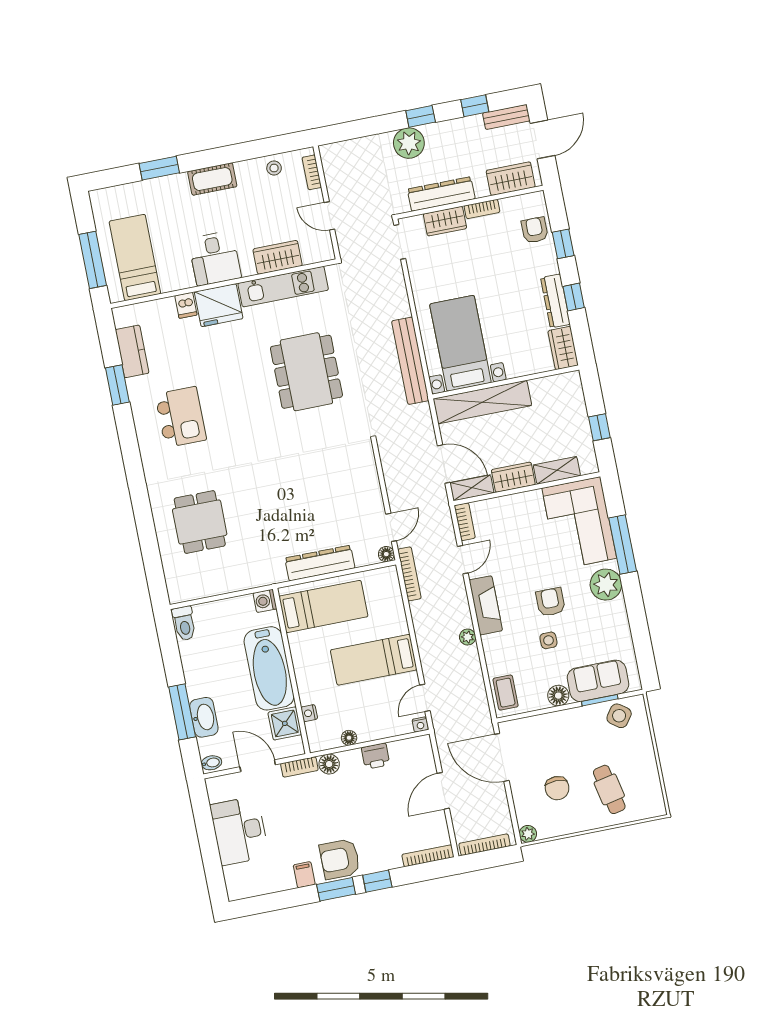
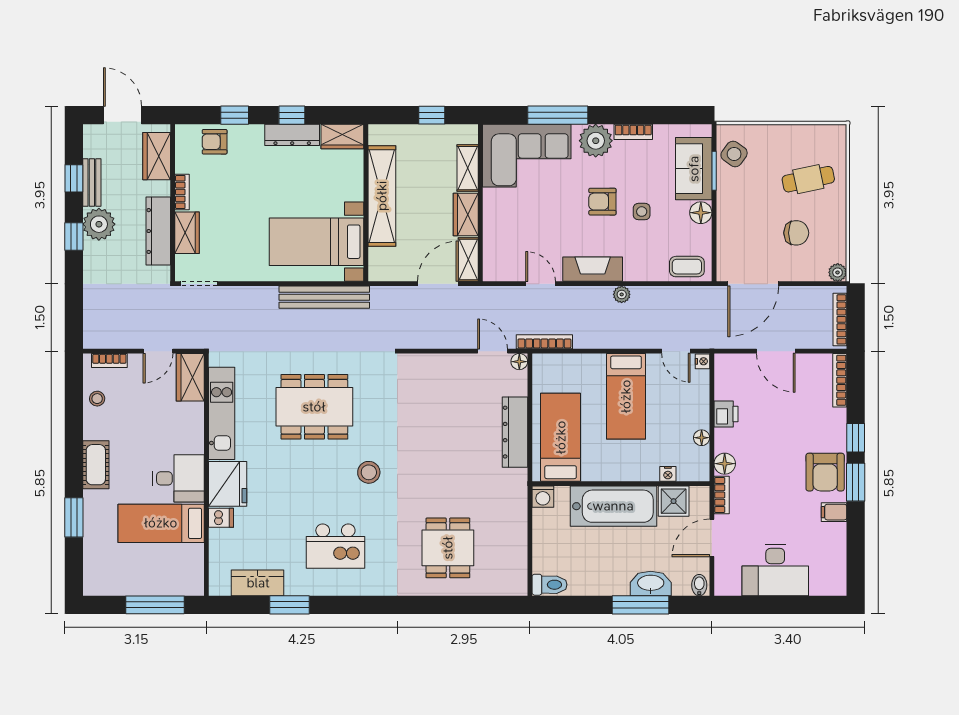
bench: (506, 117) -> (92, 182), moved
plant: (409, 143) -> (99, 224), moved
bed: (135, 257) -> (161, 523), moved
wardrobe: (278, 257) -> (190, 377), moved
shelving: (482, 402) -> (382, 196), moved
kitchen island: (181, 417) -> (335, 546), turned 180
stool: (255, 434) -> (369, 472), added
dining table: (200, 522) -> (448, 548), turned 90
bookcase: (465, 522) -> (633, 132), moved, turned 180

